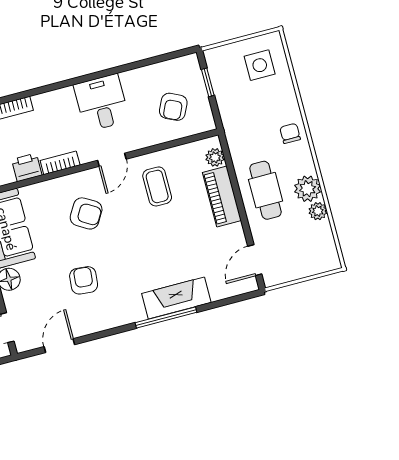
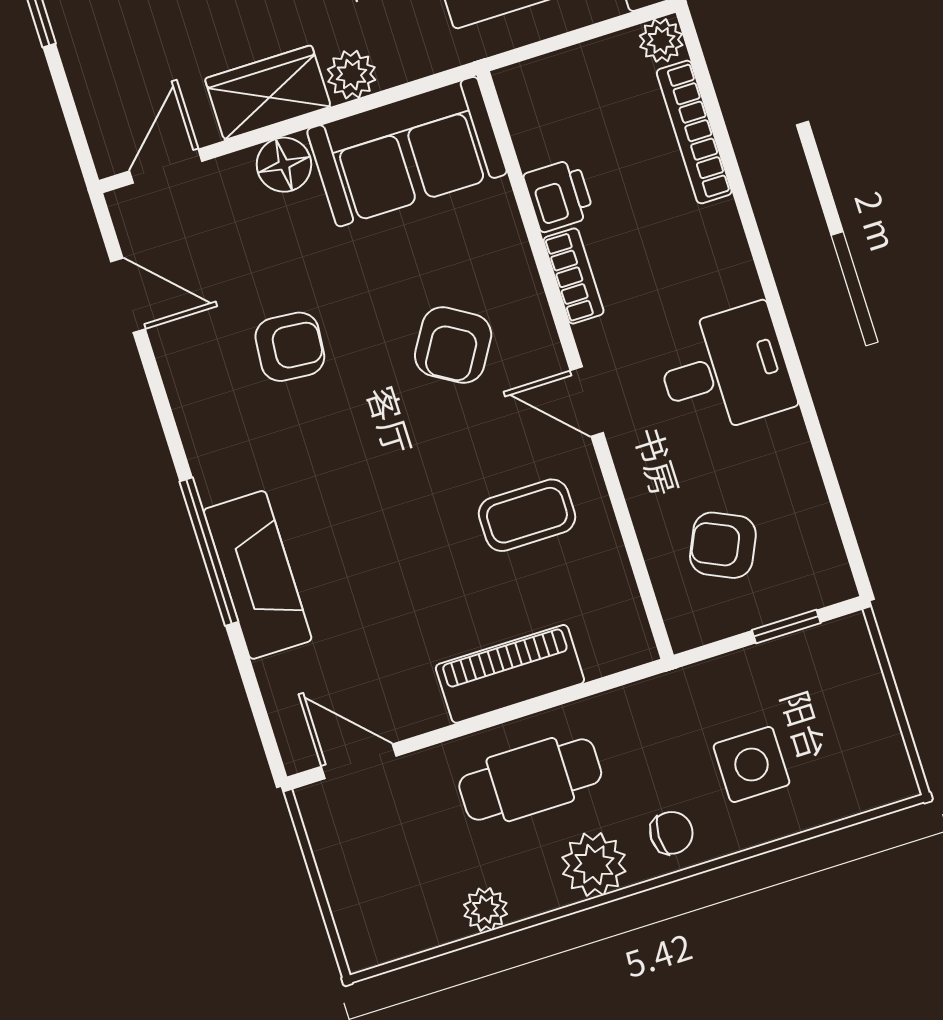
side table: (260, 65) -> (751, 764), moved
plant: (215, 157) -> (604, 653), removed
plant: (308, 189) -> (594, 864), moved

